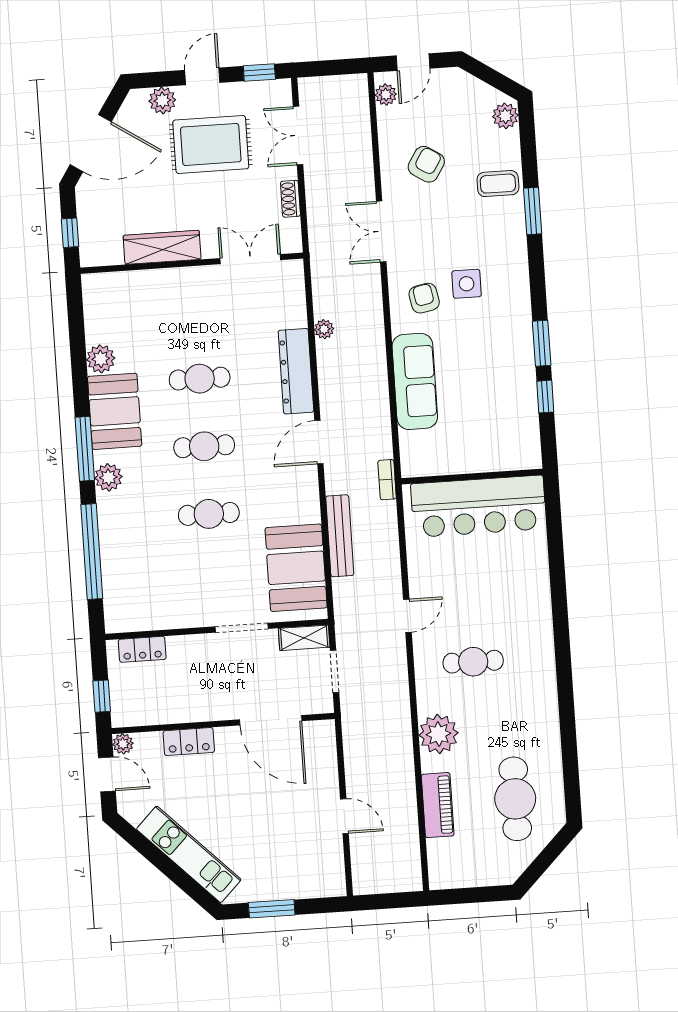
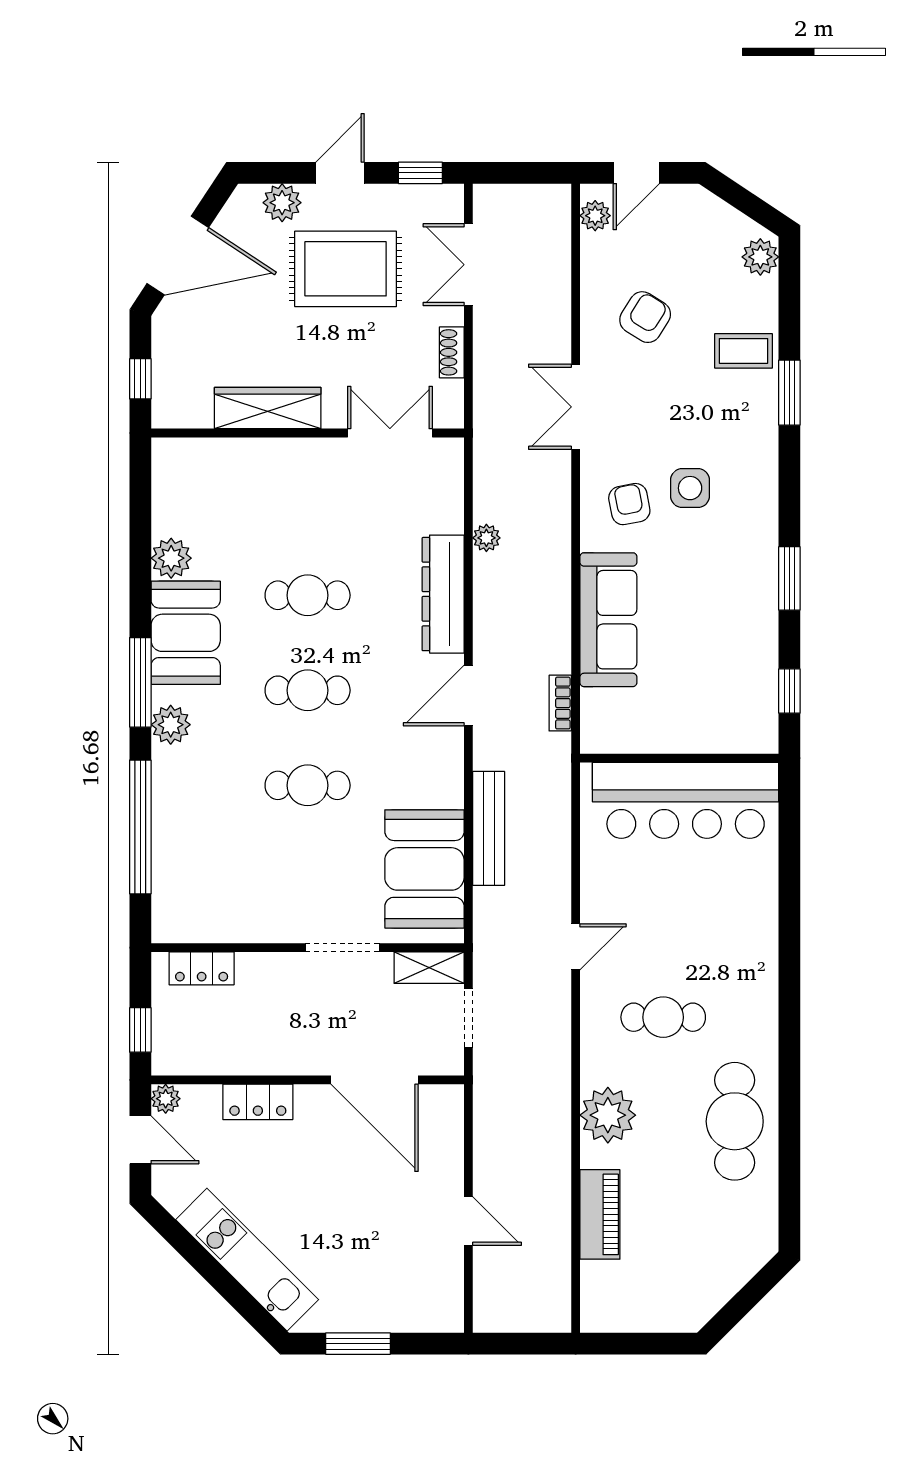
window: (545, 397) -> (789, 691), moved
bookcase: (387, 480) -> (560, 703), moved
cafe table: (515, 799) -> (735, 1121), moved

